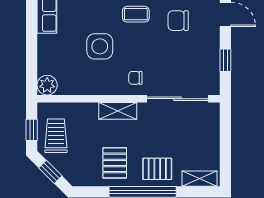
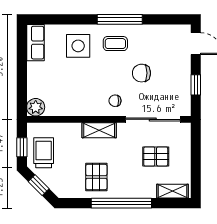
chair: (178, 21) -> (141, 73), moved
side table: (100, 46) -> (78, 46), moved
pallet: (157, 169) -> (156, 156), moved

